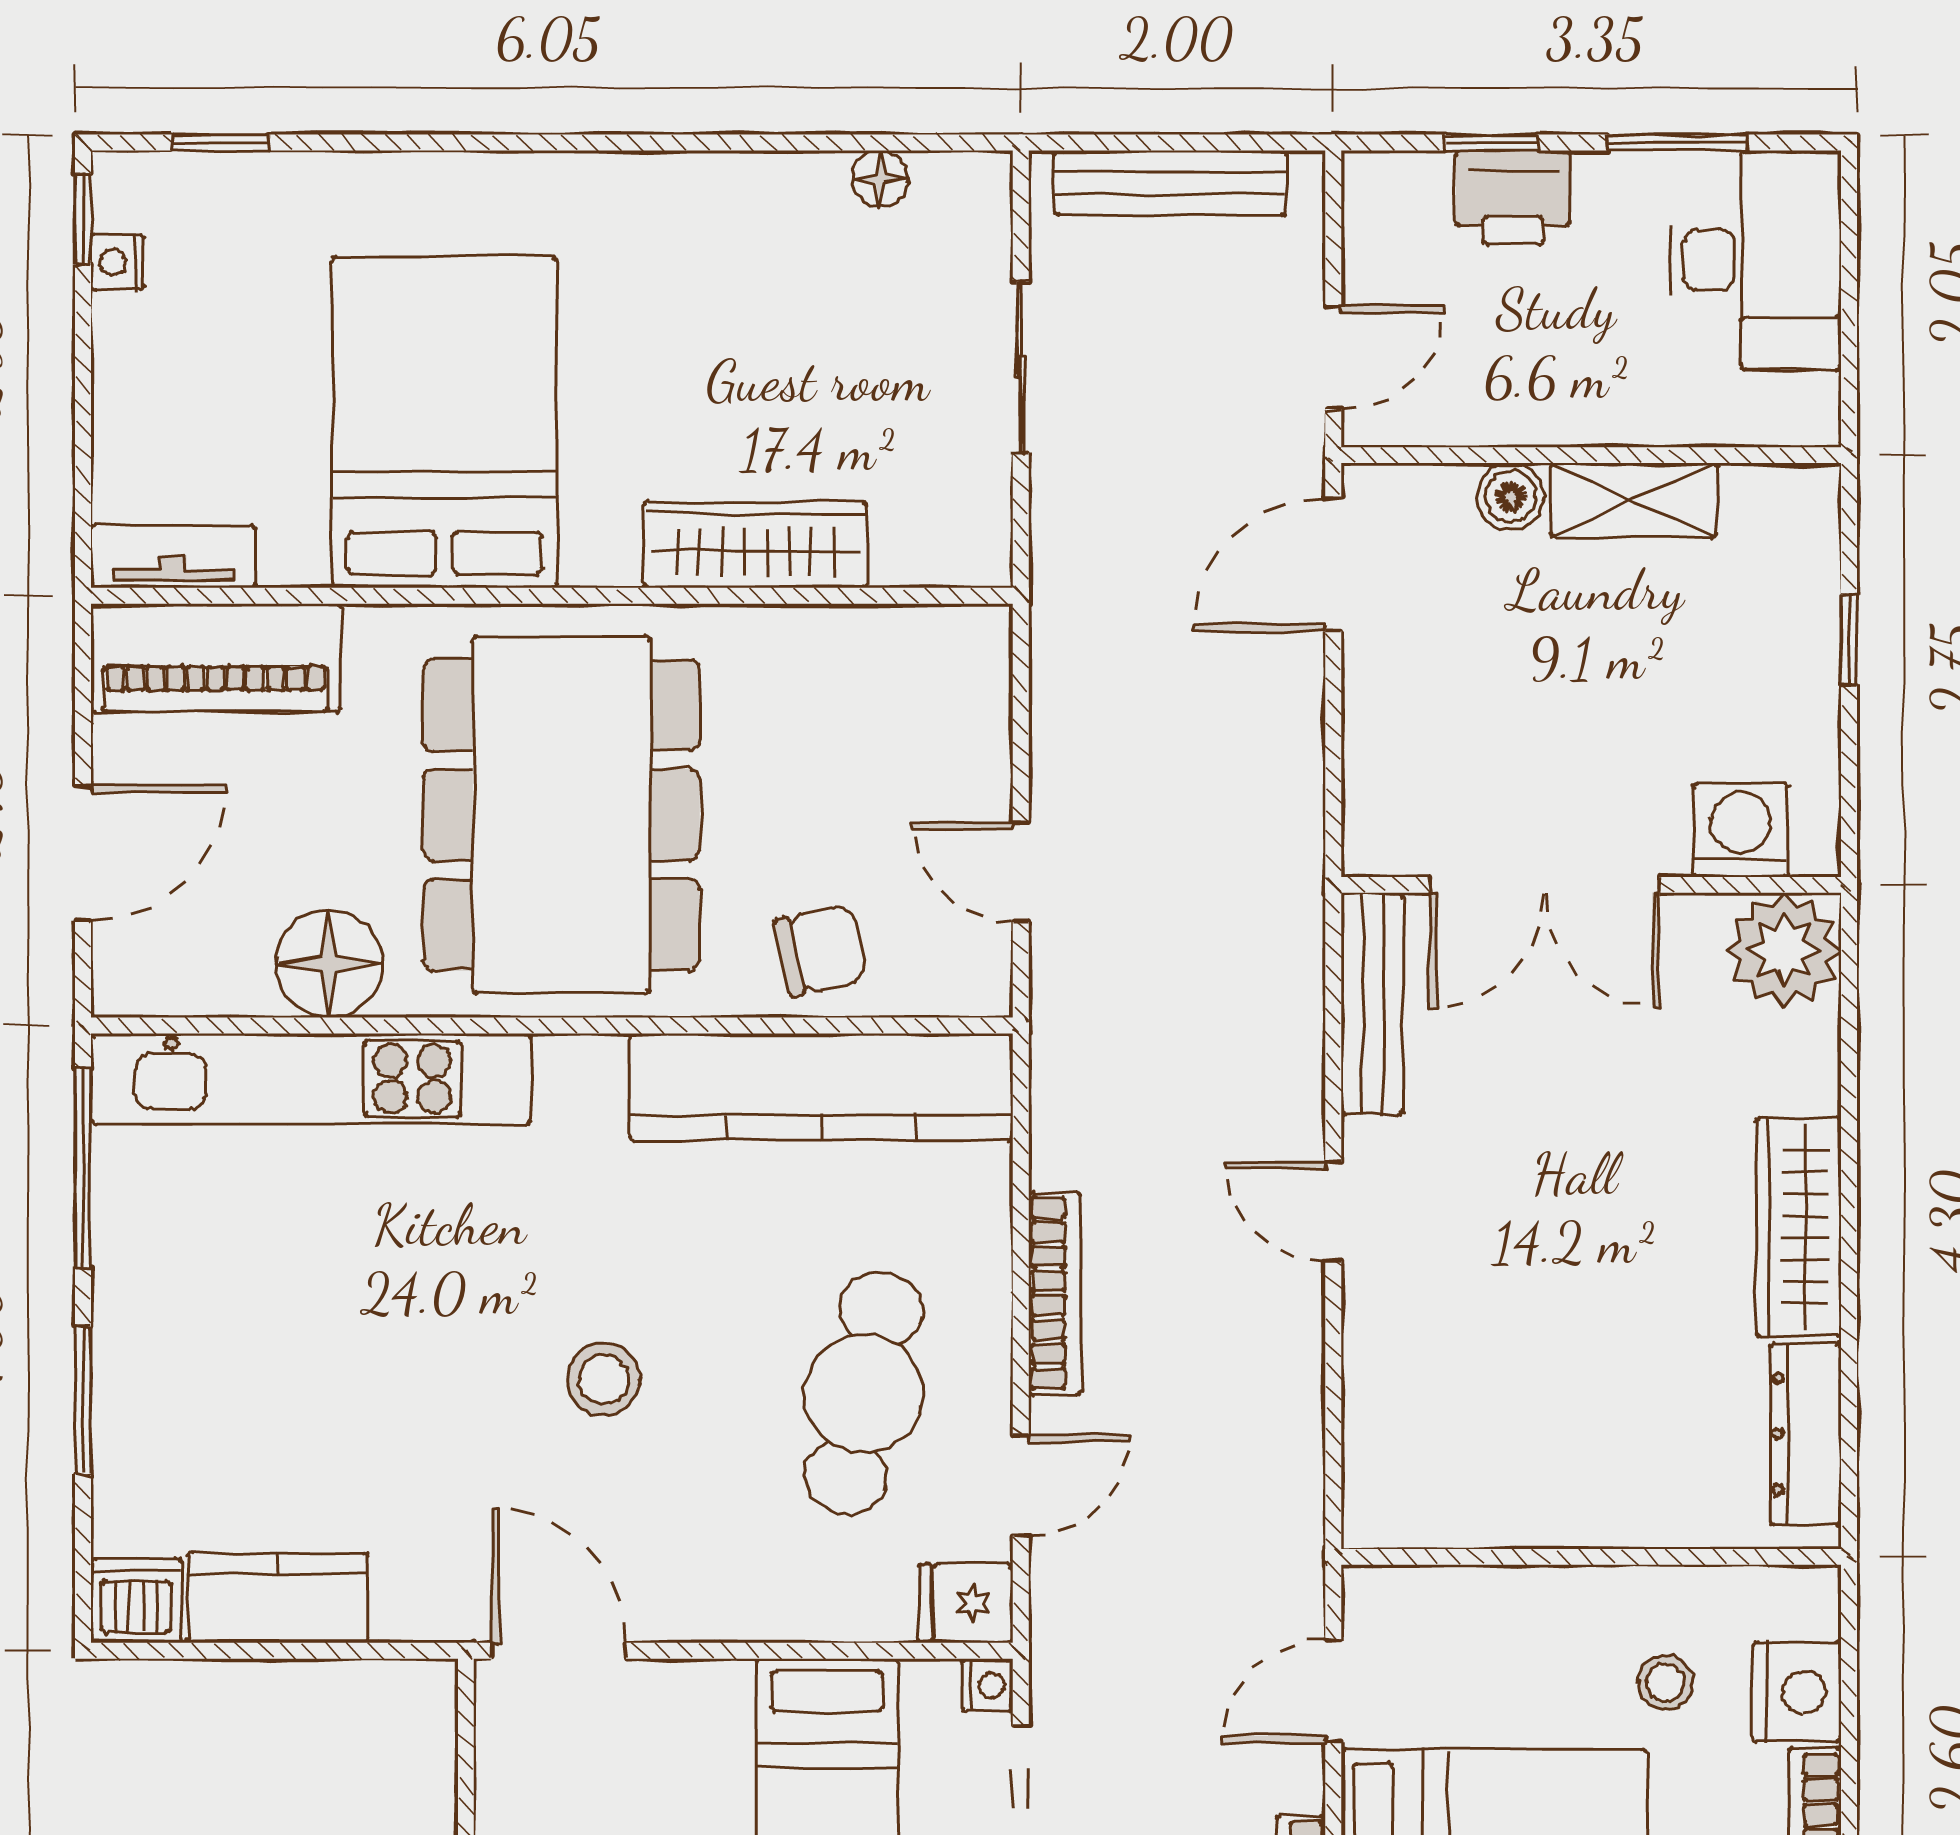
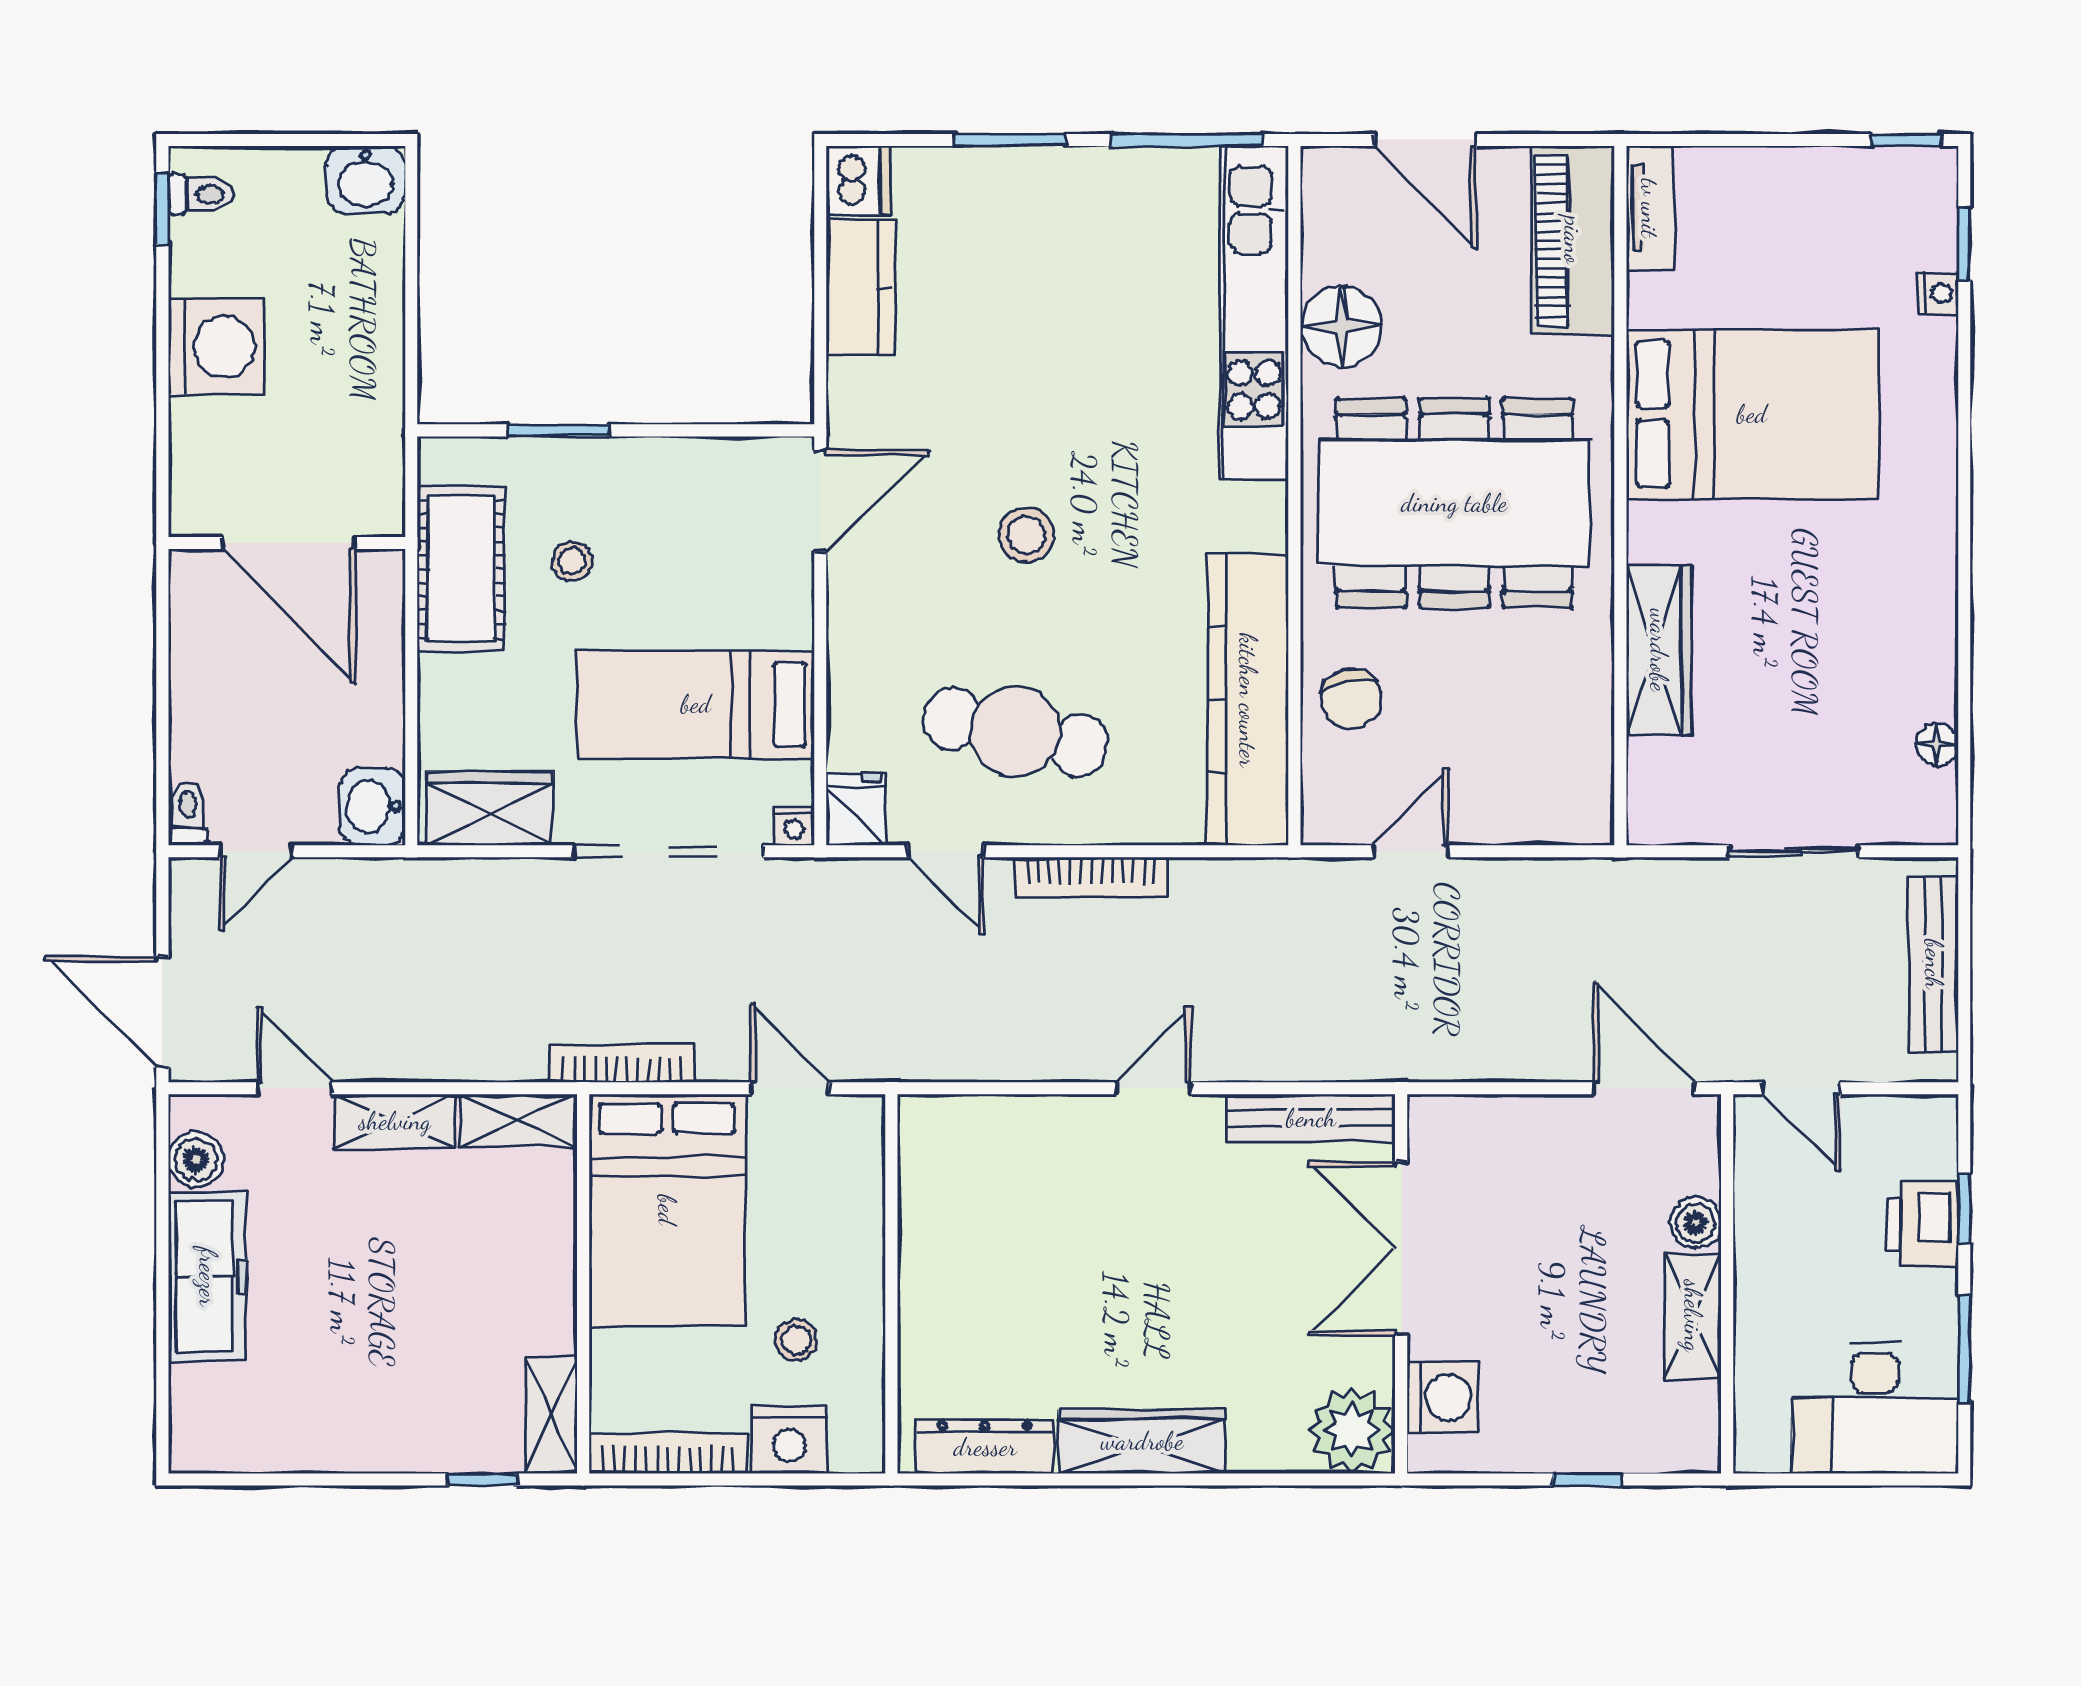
nightstand: (117, 262) -> (1938, 293), moved, turned 90

